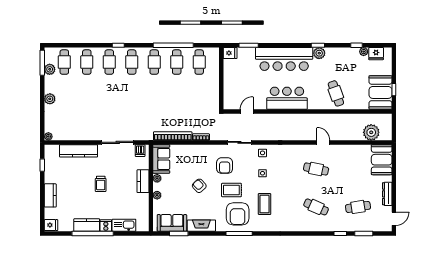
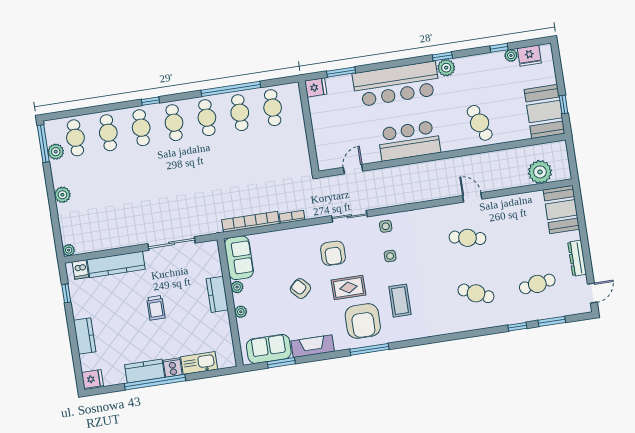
dishwasher: (140, 151) -> (80, 269), moved

